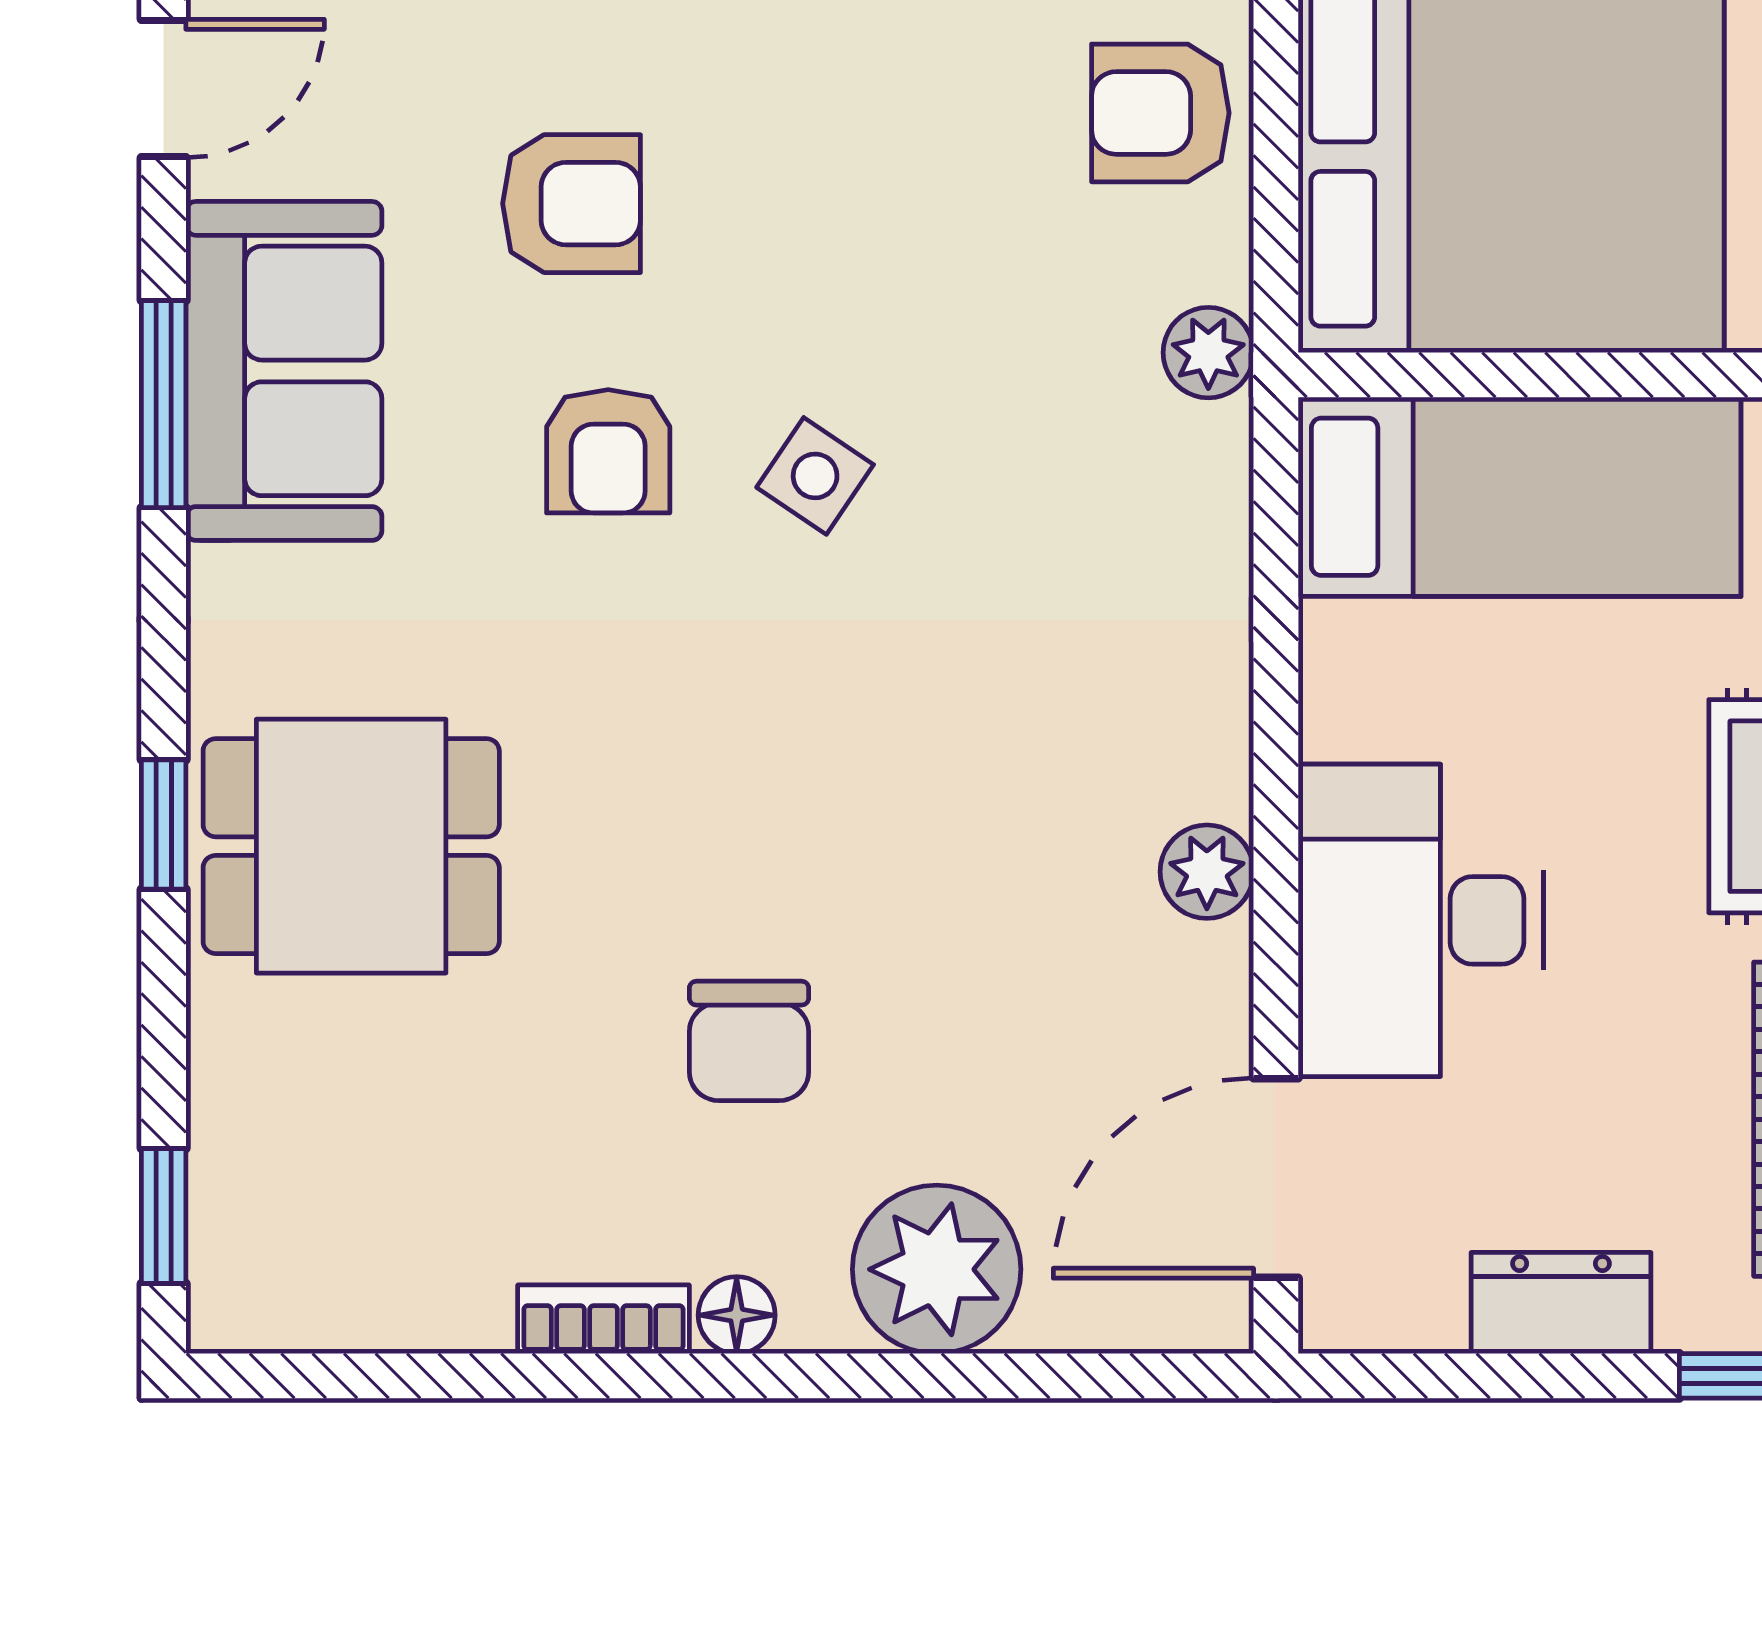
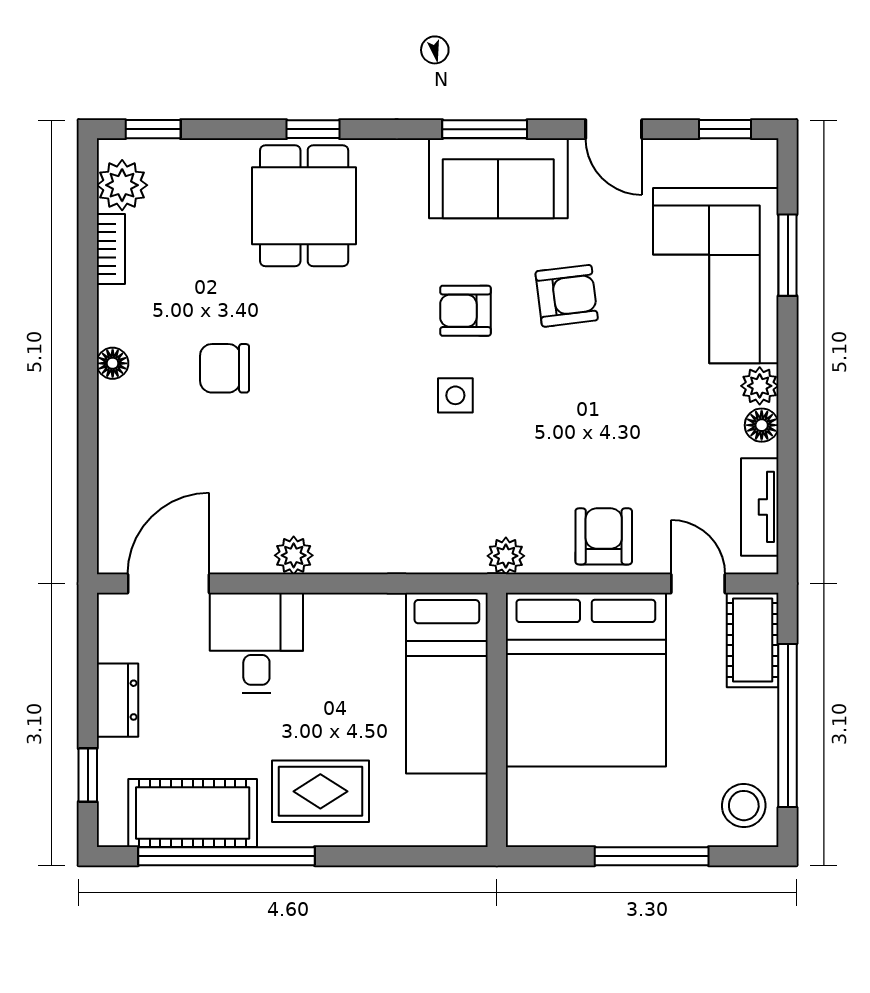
armchair: (571, 204) -> (567, 296), turned -97
side table: (815, 476) -> (455, 395), turned -34
desk: (1421, 920) -> (256, 643), width x0.73
door: (1276, 1178) -> (168, 584), hinge flipped
plant: (937, 1269) -> (122, 185), moved, width x0.73, depth x0.73
bookcase: (603, 1319) -> (111, 249), moved

